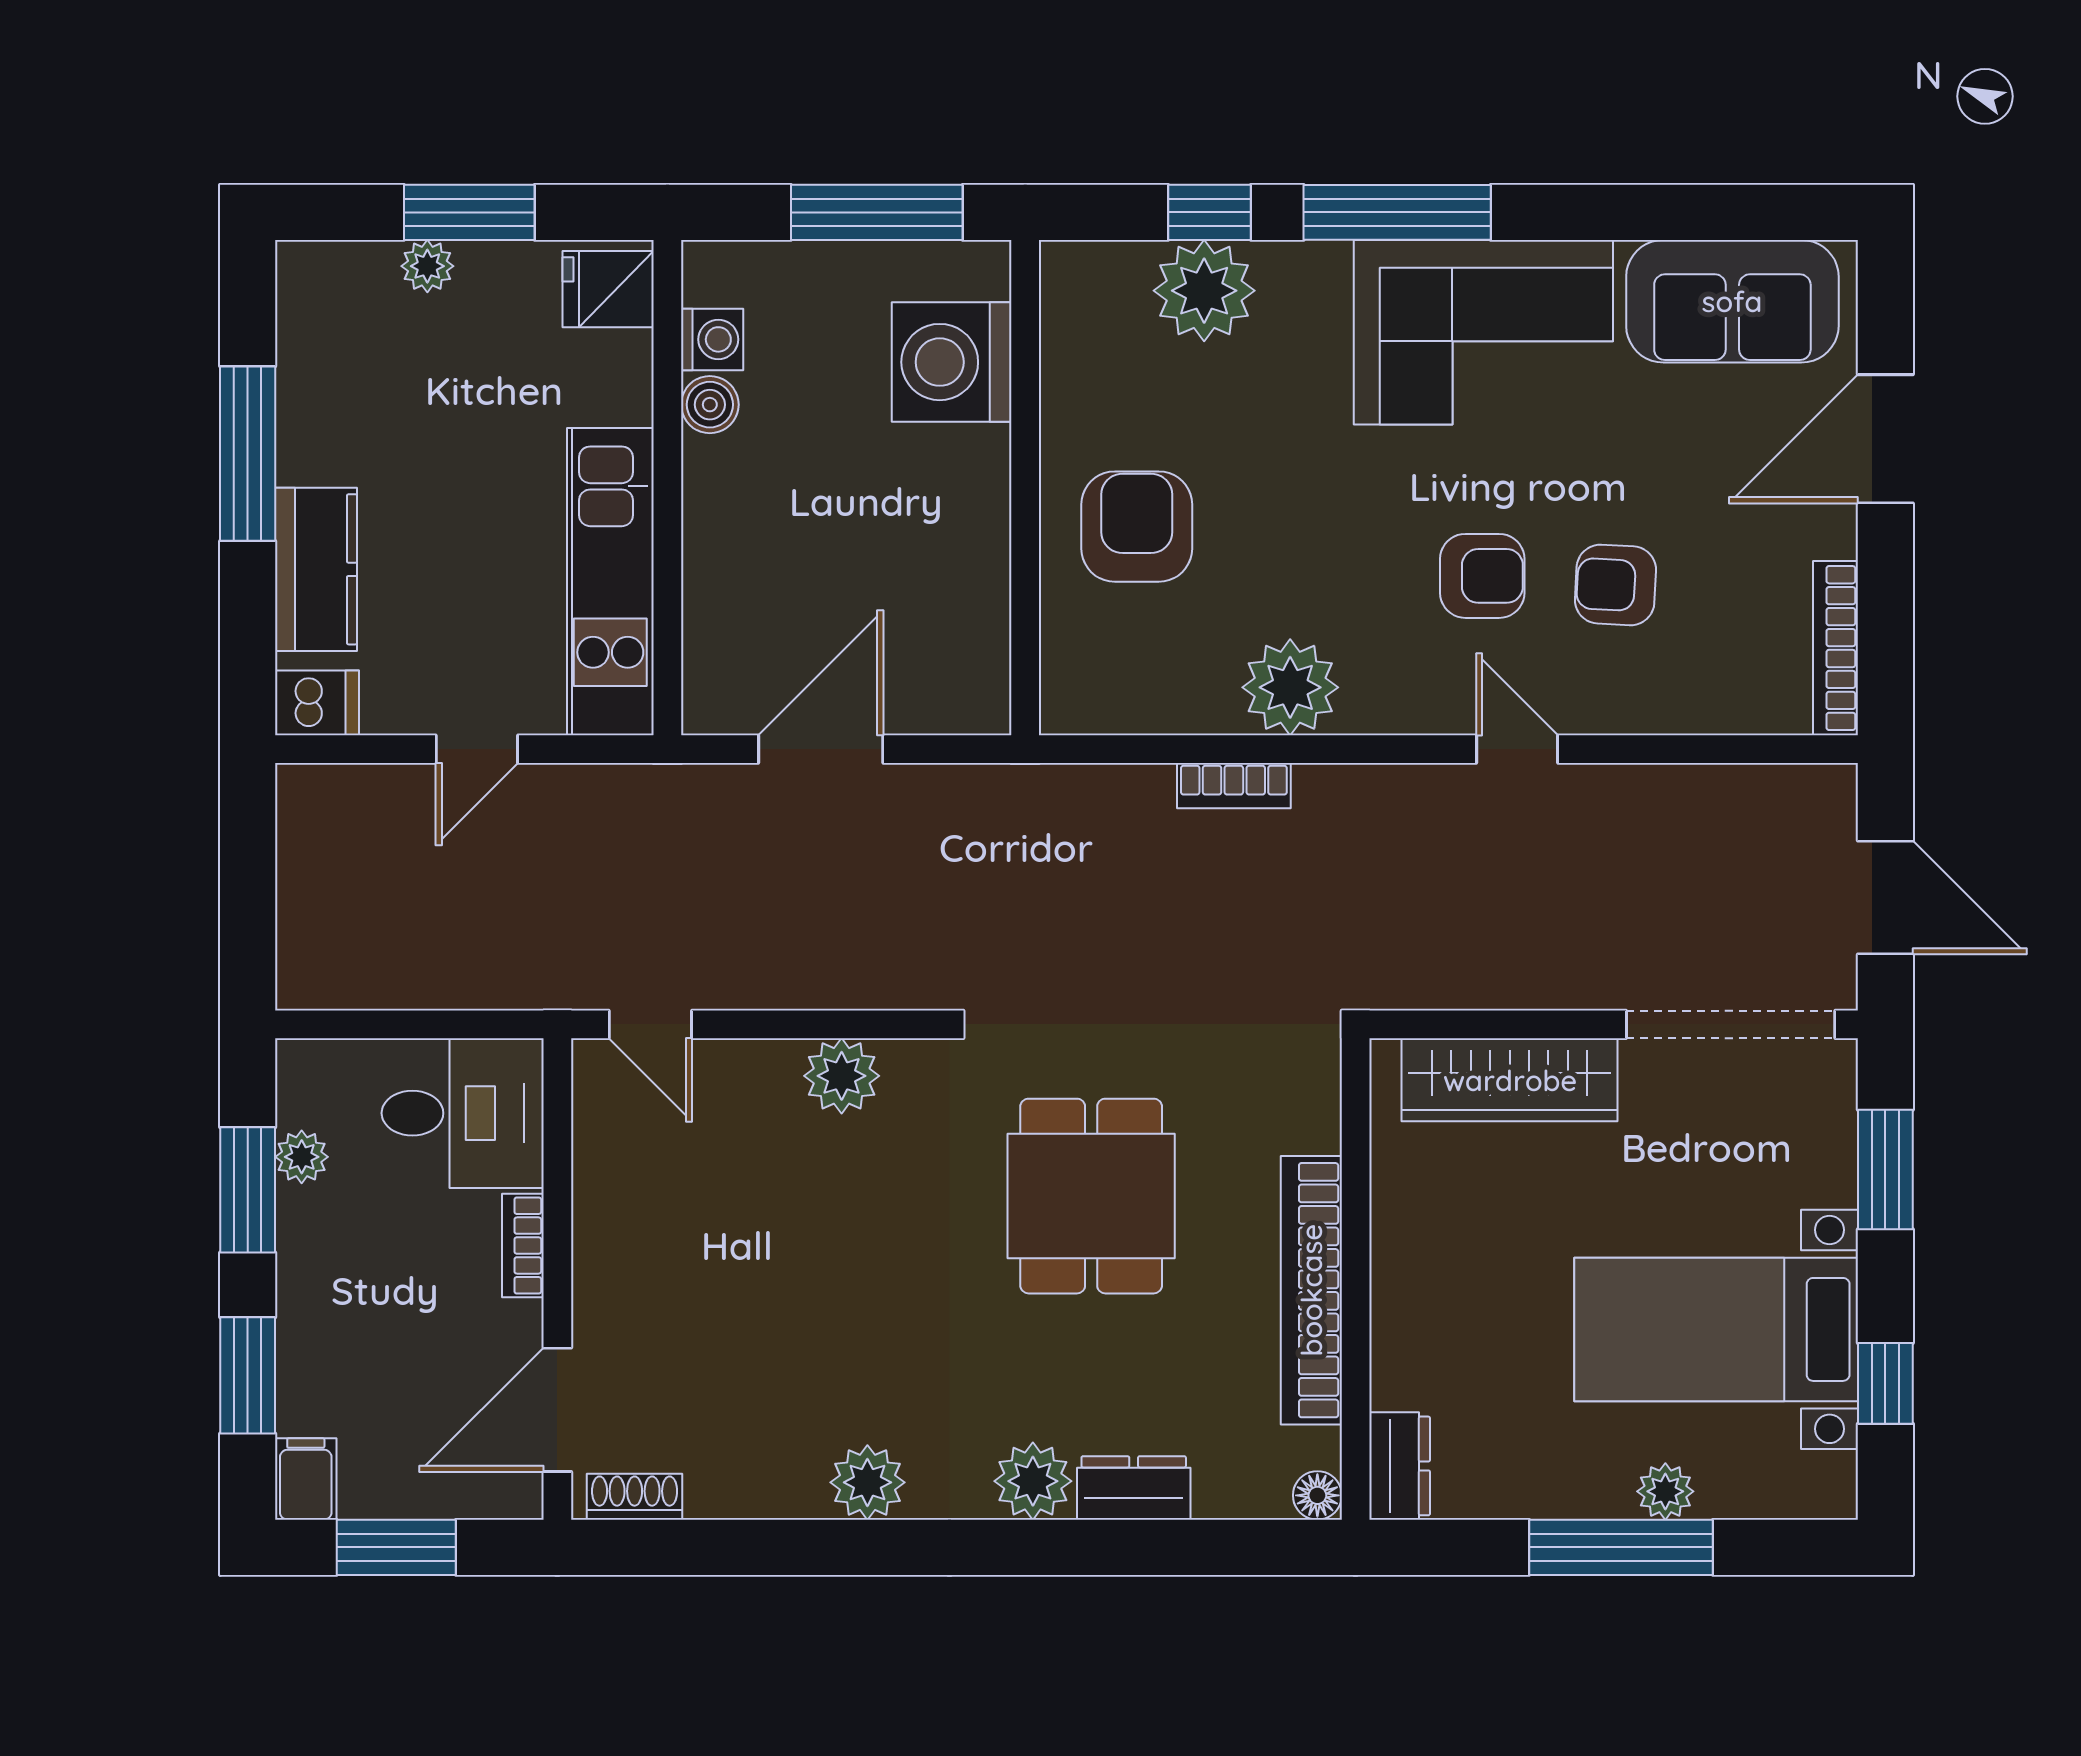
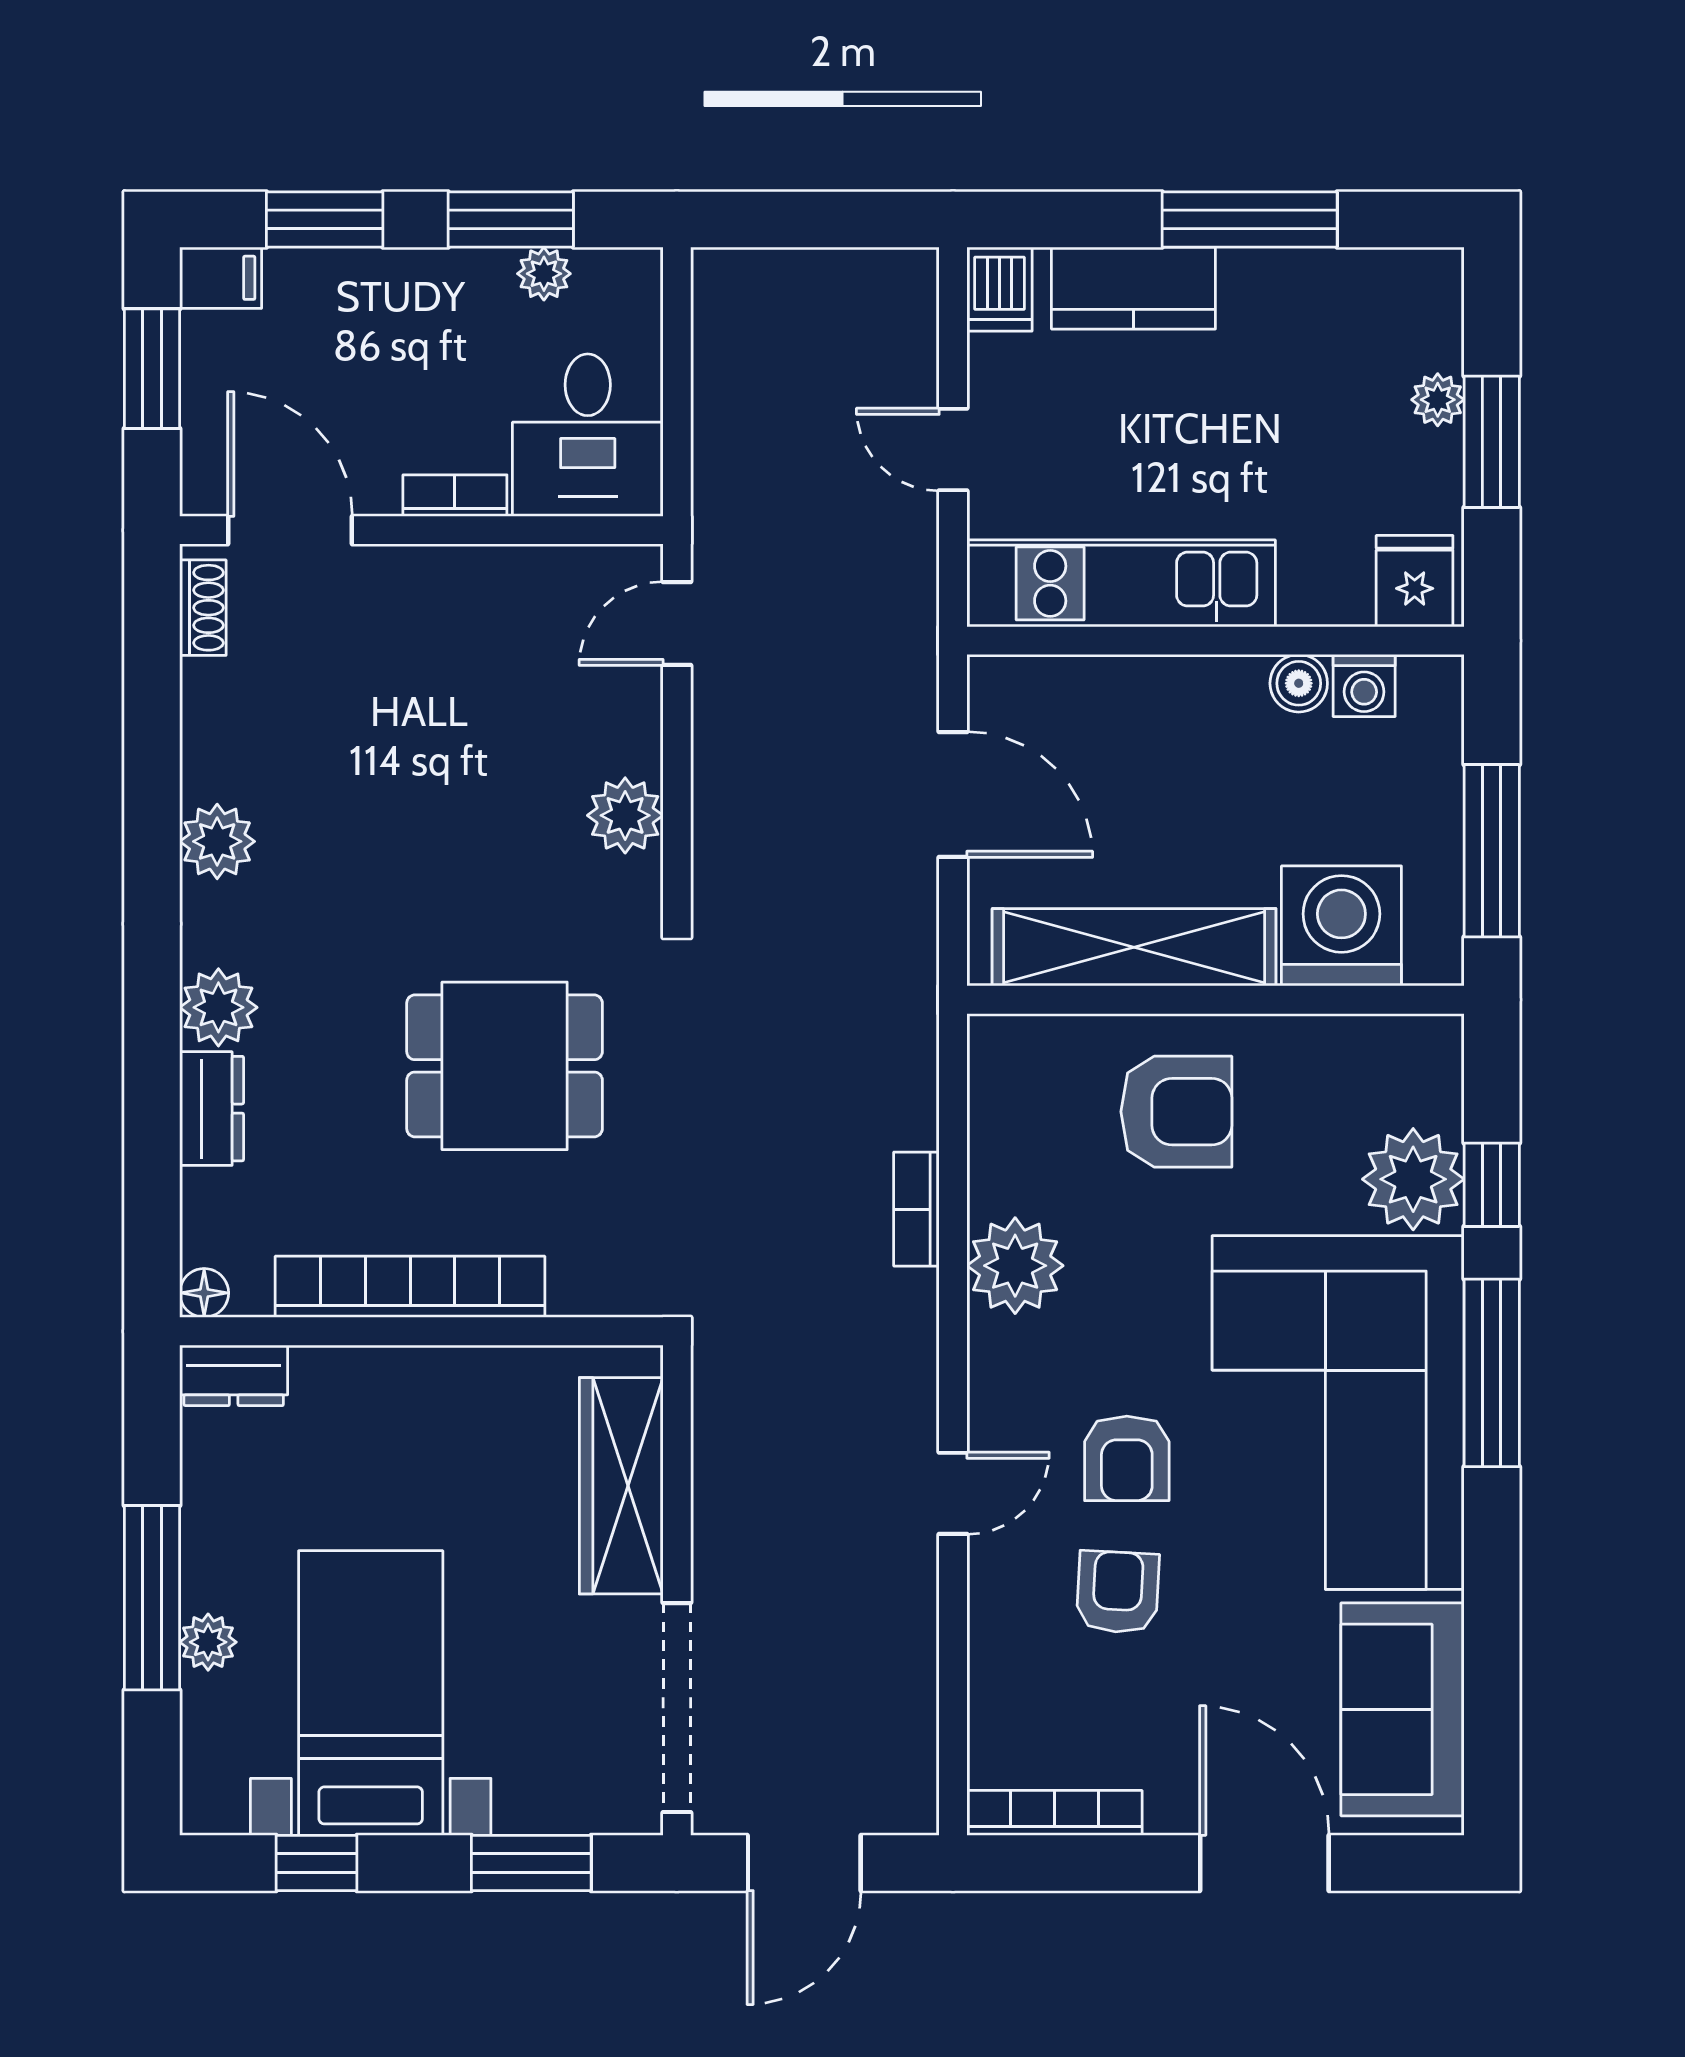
corner sofa: (1483, 332) -> (1338, 1413), width x1.36, depth x1.36
shelving: (973, 569) -> (1134, 947), added

